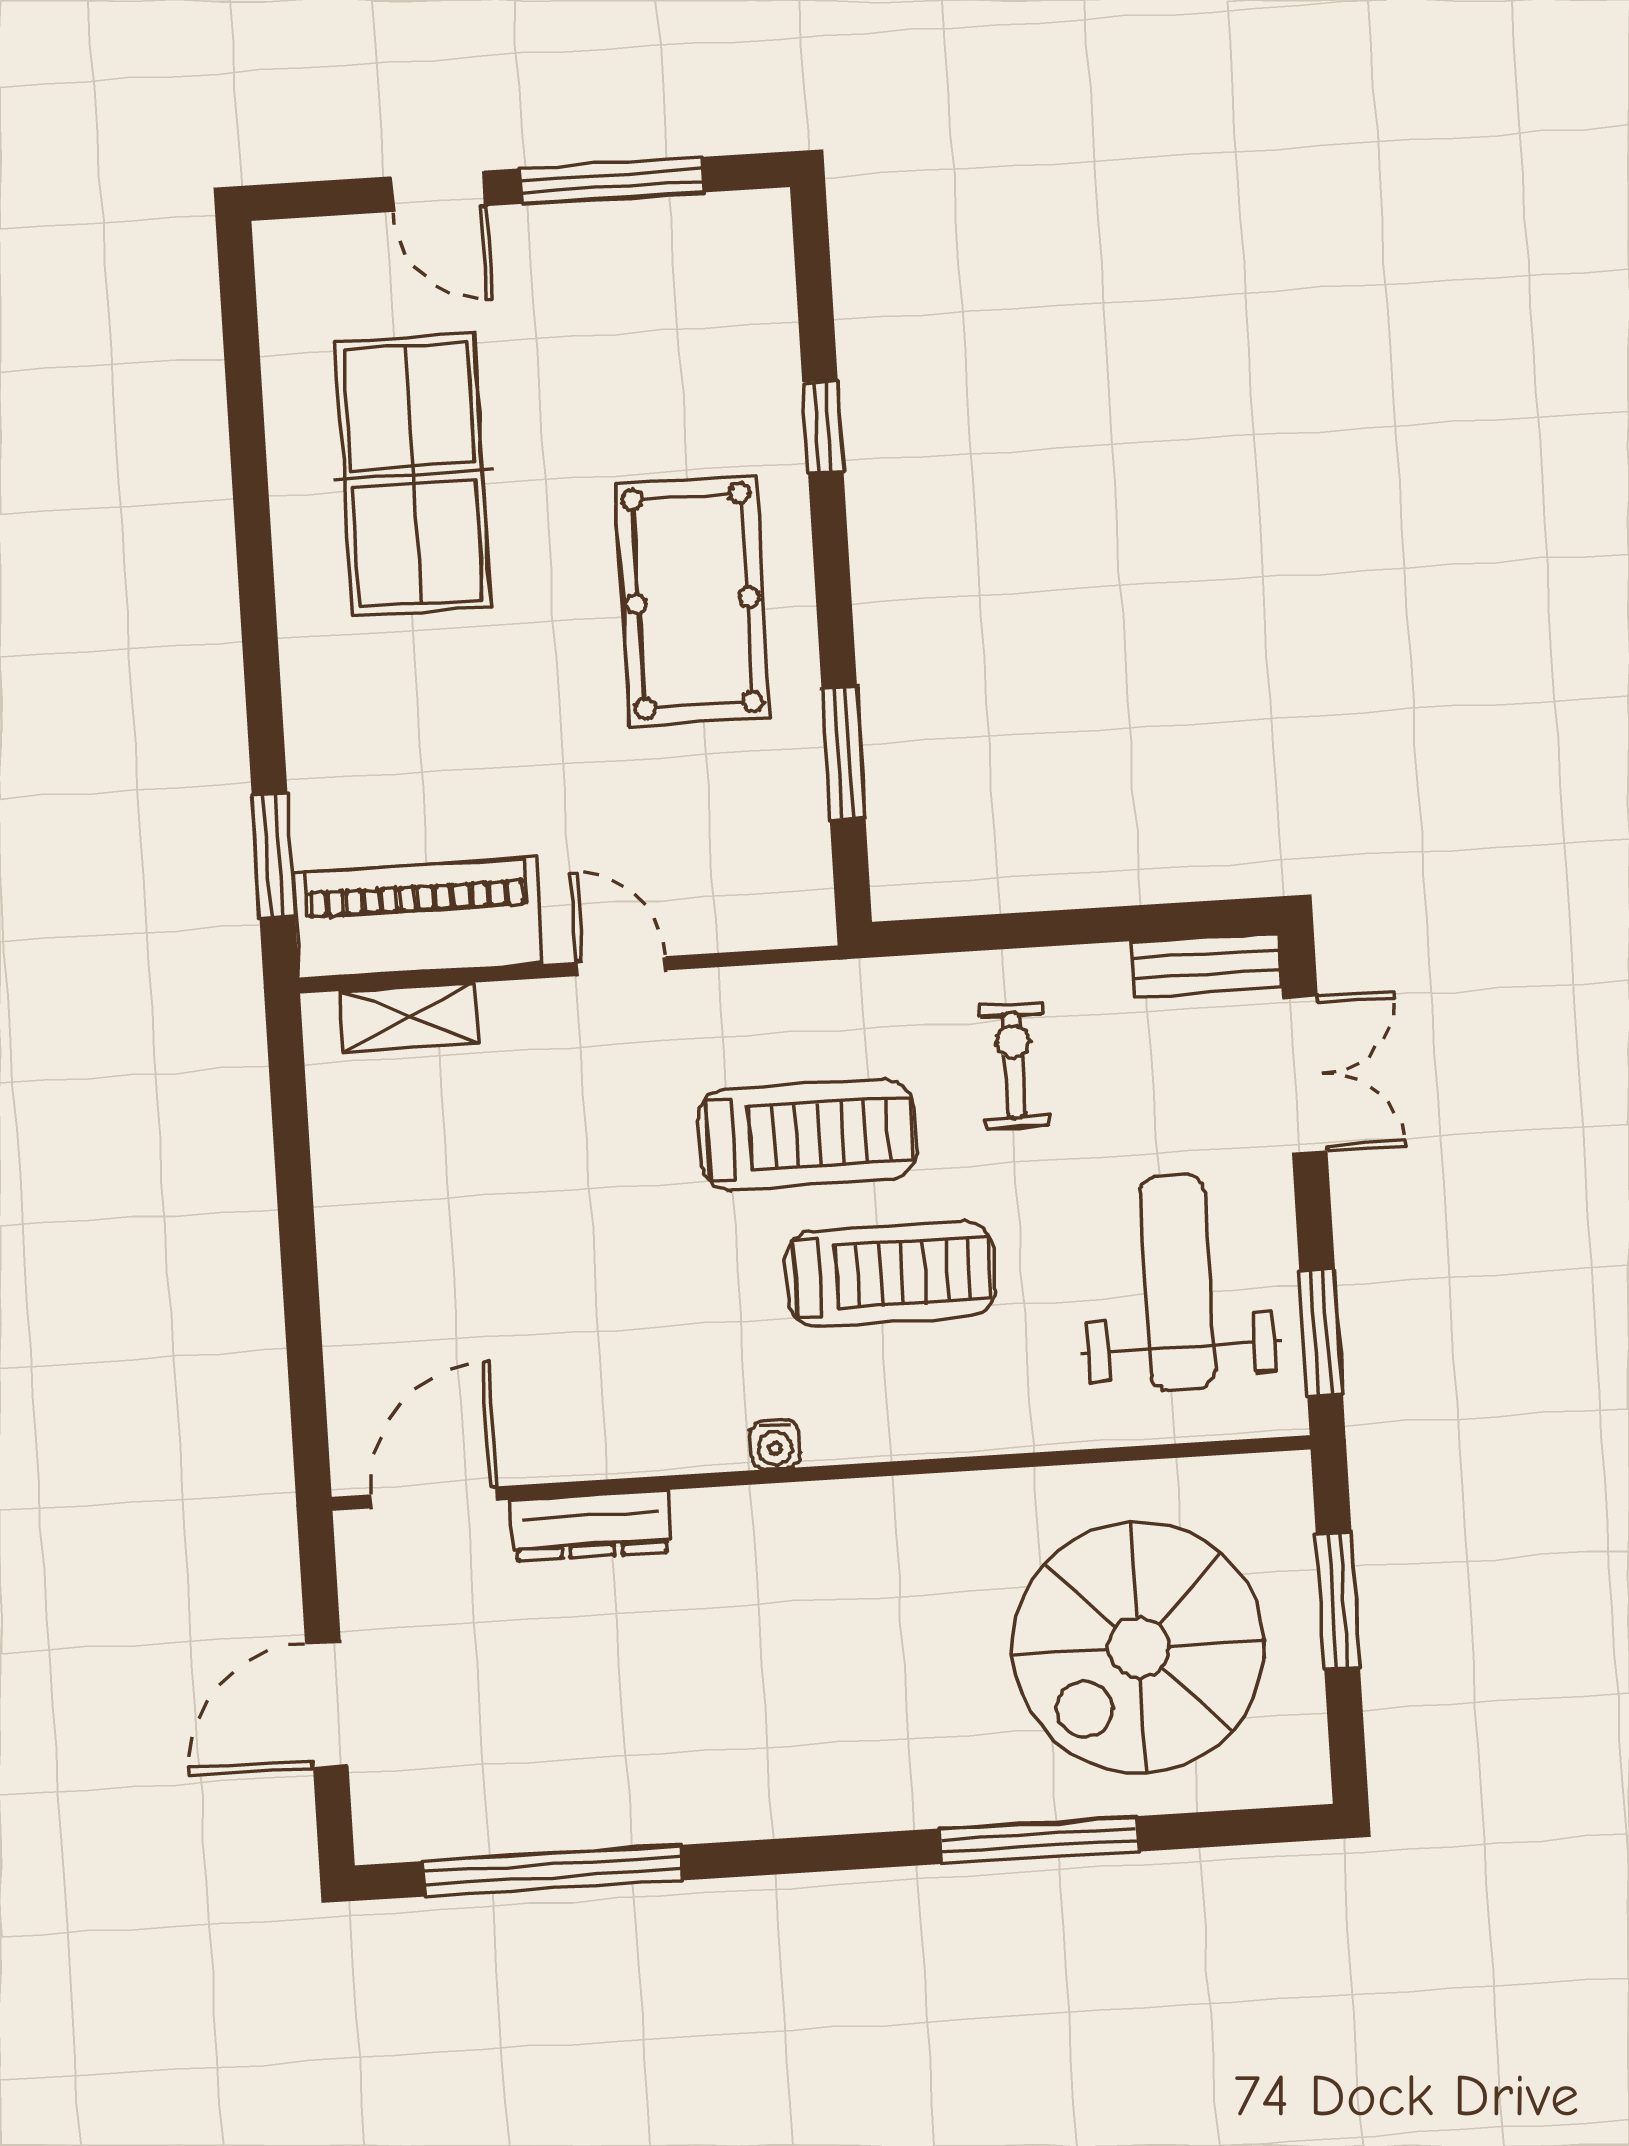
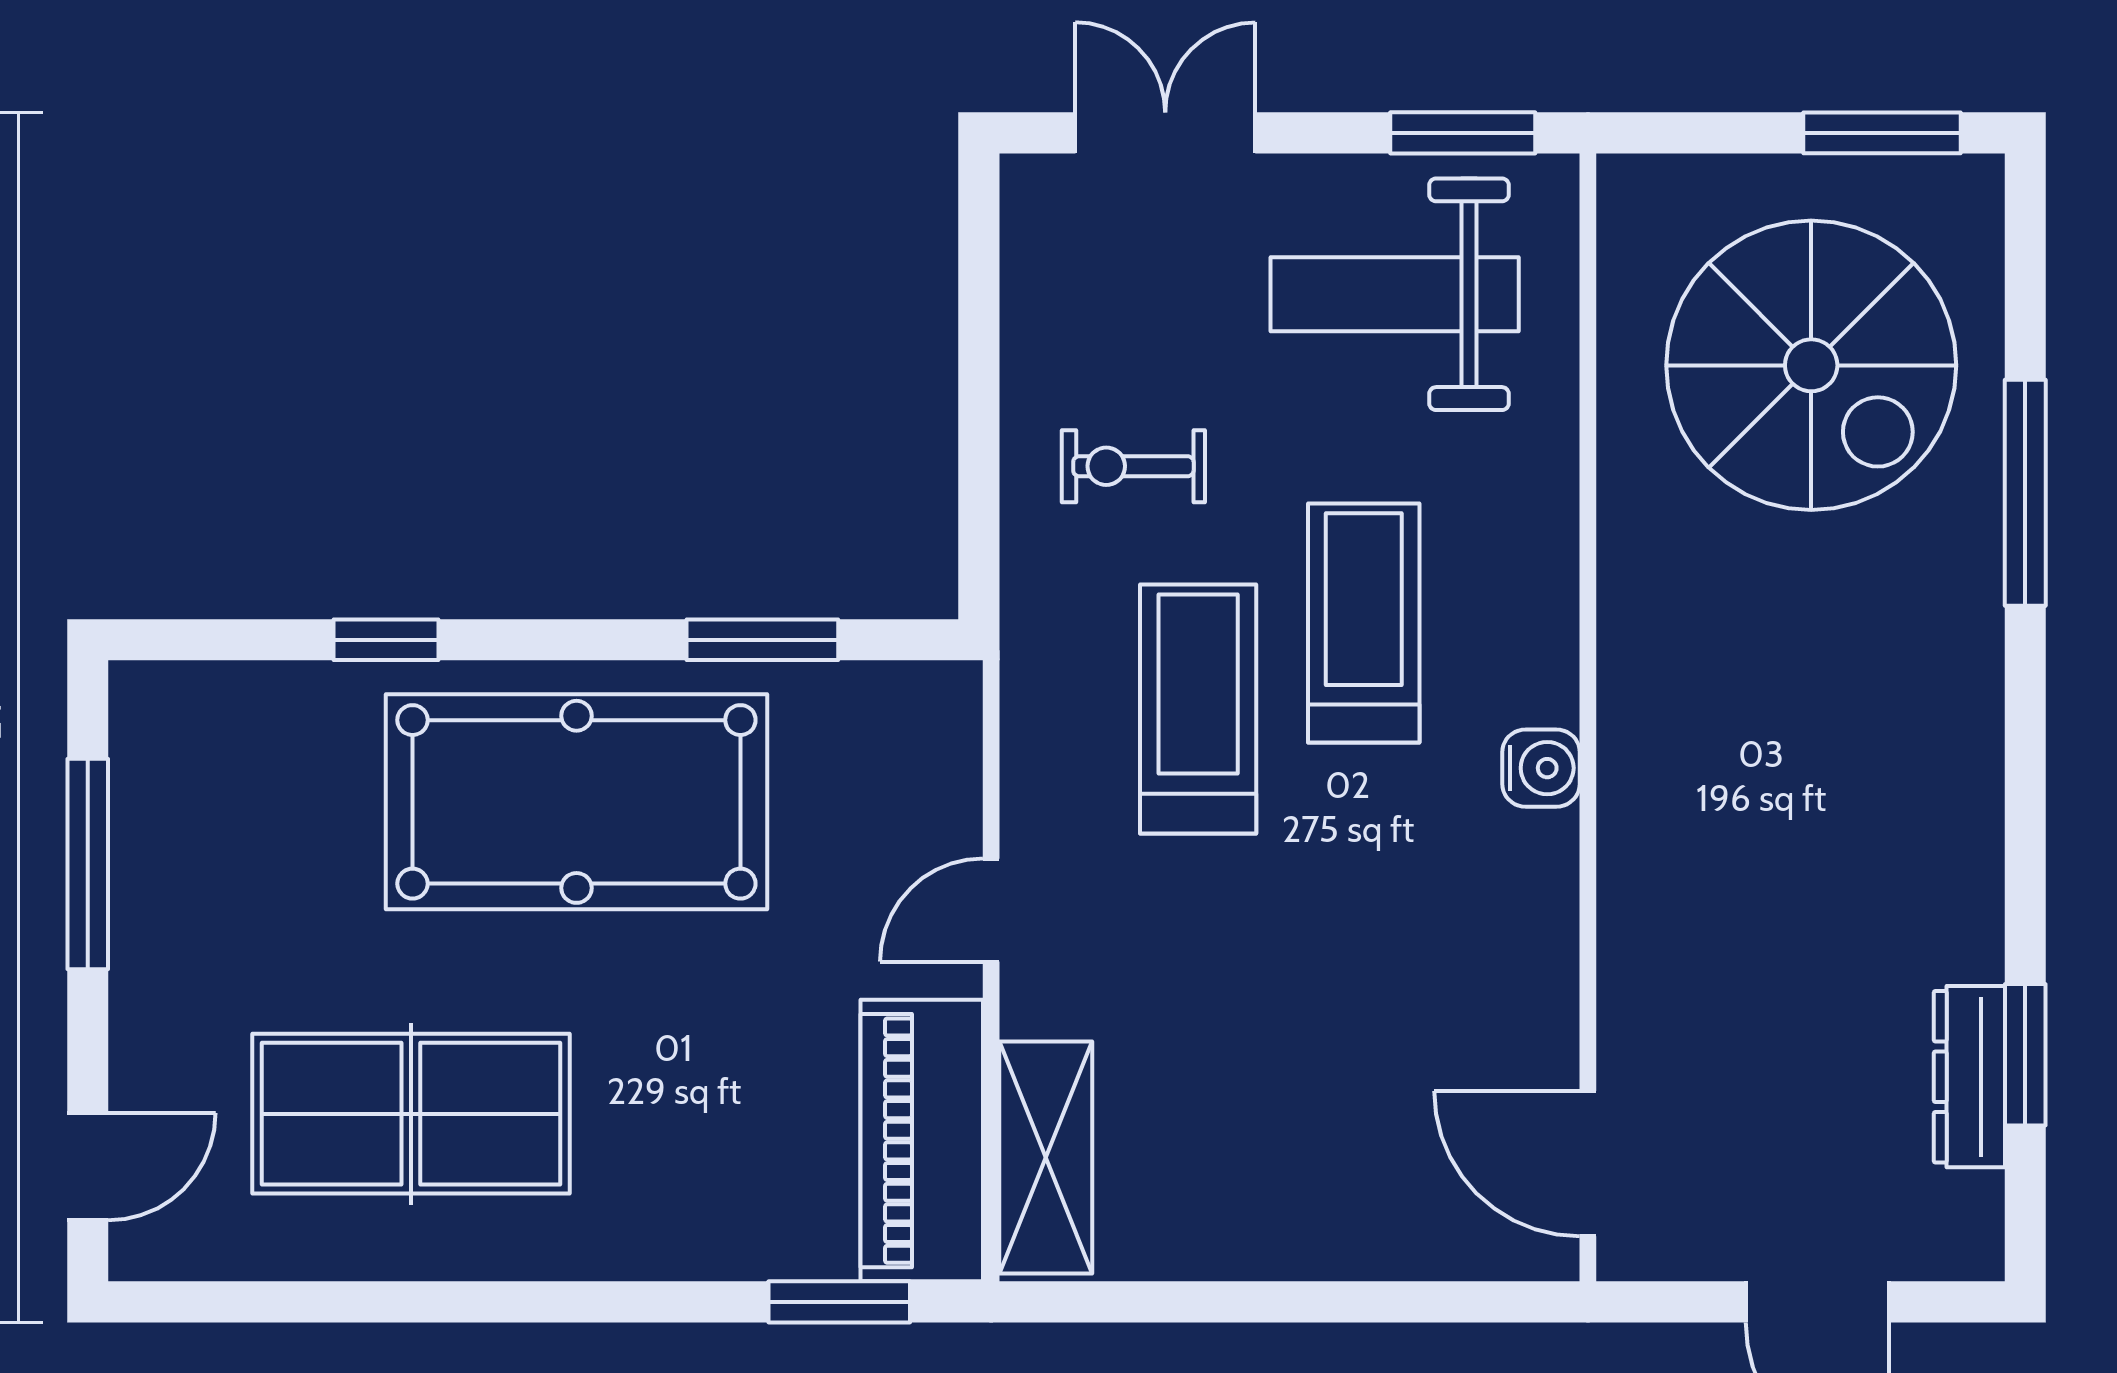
door: (439, 191) -> (88, 1167), moved
pool table: (693, 601) -> (576, 802), width x1.36, depth x1.32
bench: (1206, 965) -> (1032, 238), removed
shelving: (409, 1017) -> (1046, 1158), width x1.50, depth x1.33
water cooler: (775, 1444) -> (1541, 768), width x1.38, depth x1.38
dresser: (591, 1526) -> (1969, 1077), moved, turned 180
window: (1338, 1600) -> (1882, 133), moved
window: (552, 1871) -> (2025, 1055), width x0.47

